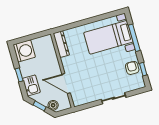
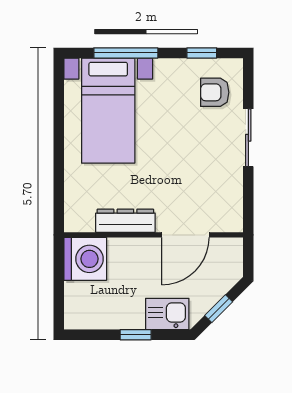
dresser: (61, 44) -> (125, 221), moved
washing machine: (24, 51) -> (85, 259), moved, turned 90
armchair: (132, 68) -> (215, 92), moved
boiler: (53, 105) -> (226, 278), removed

